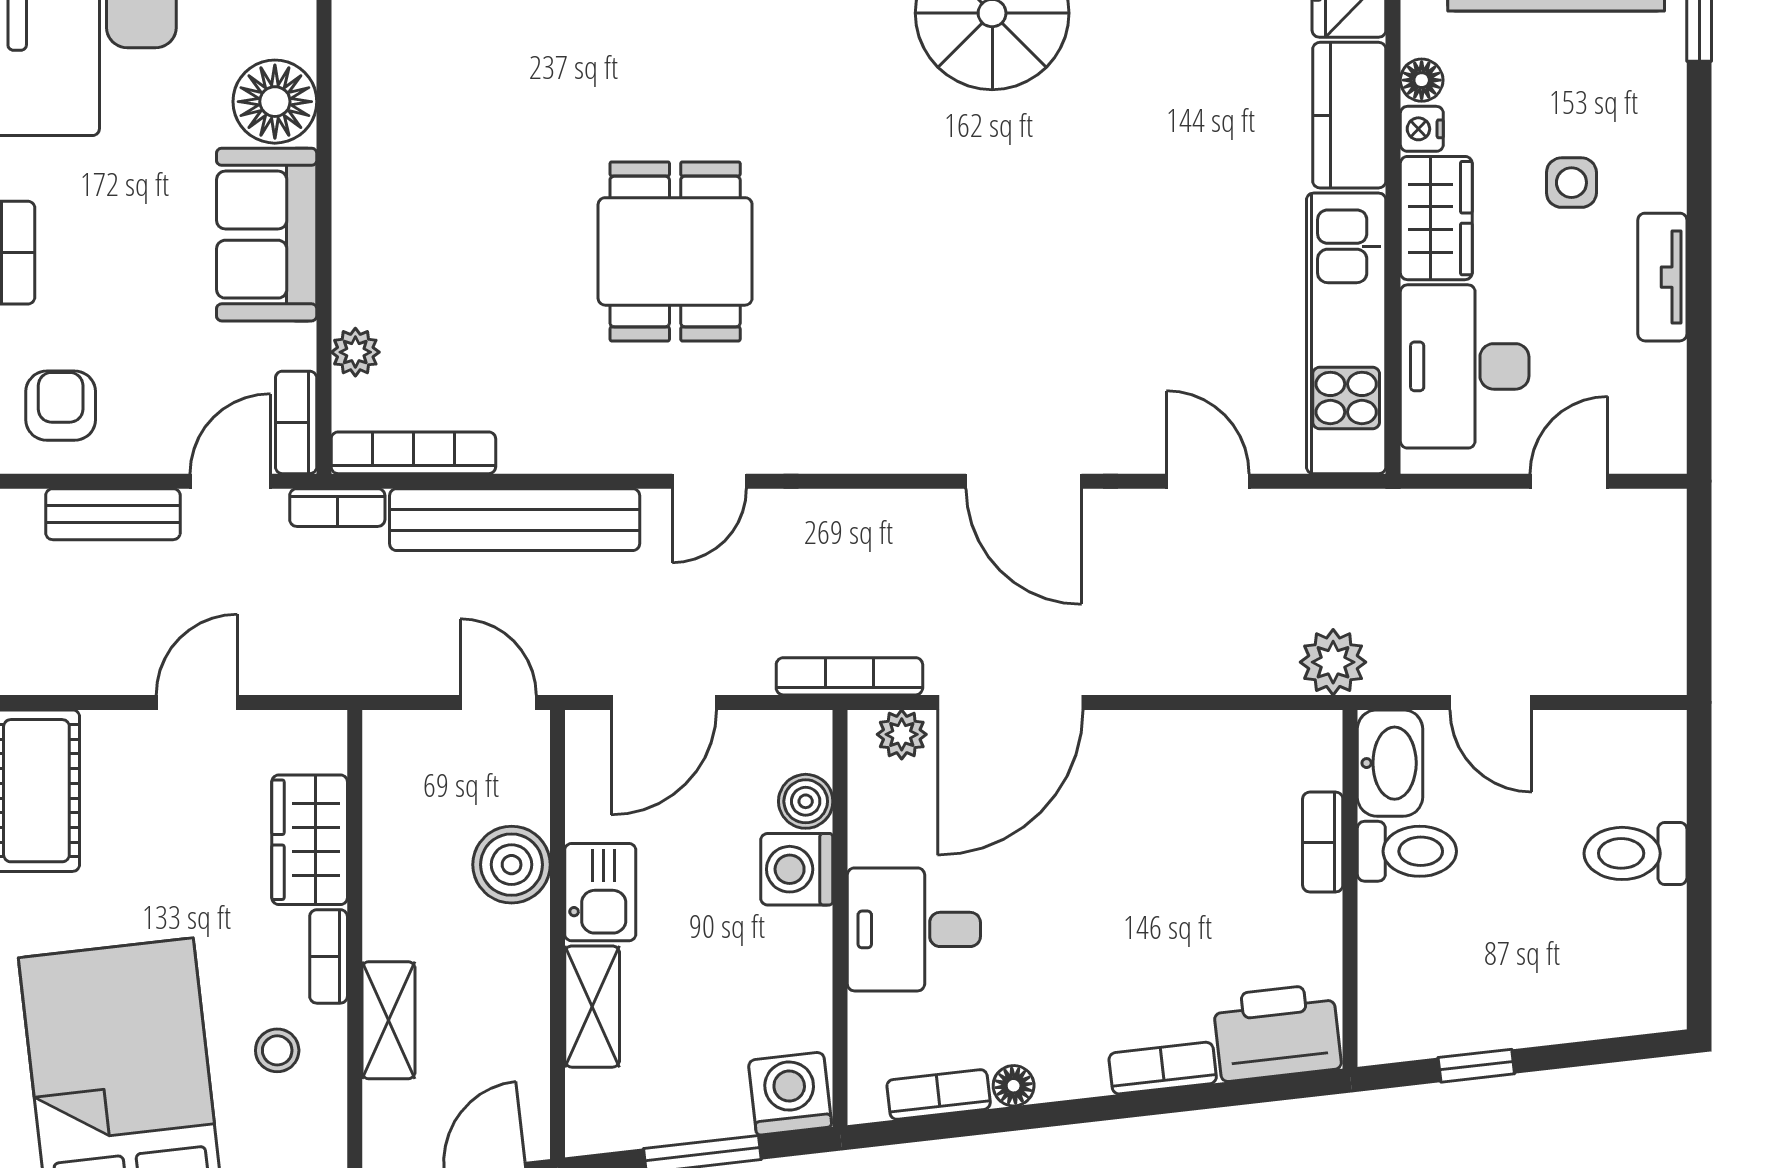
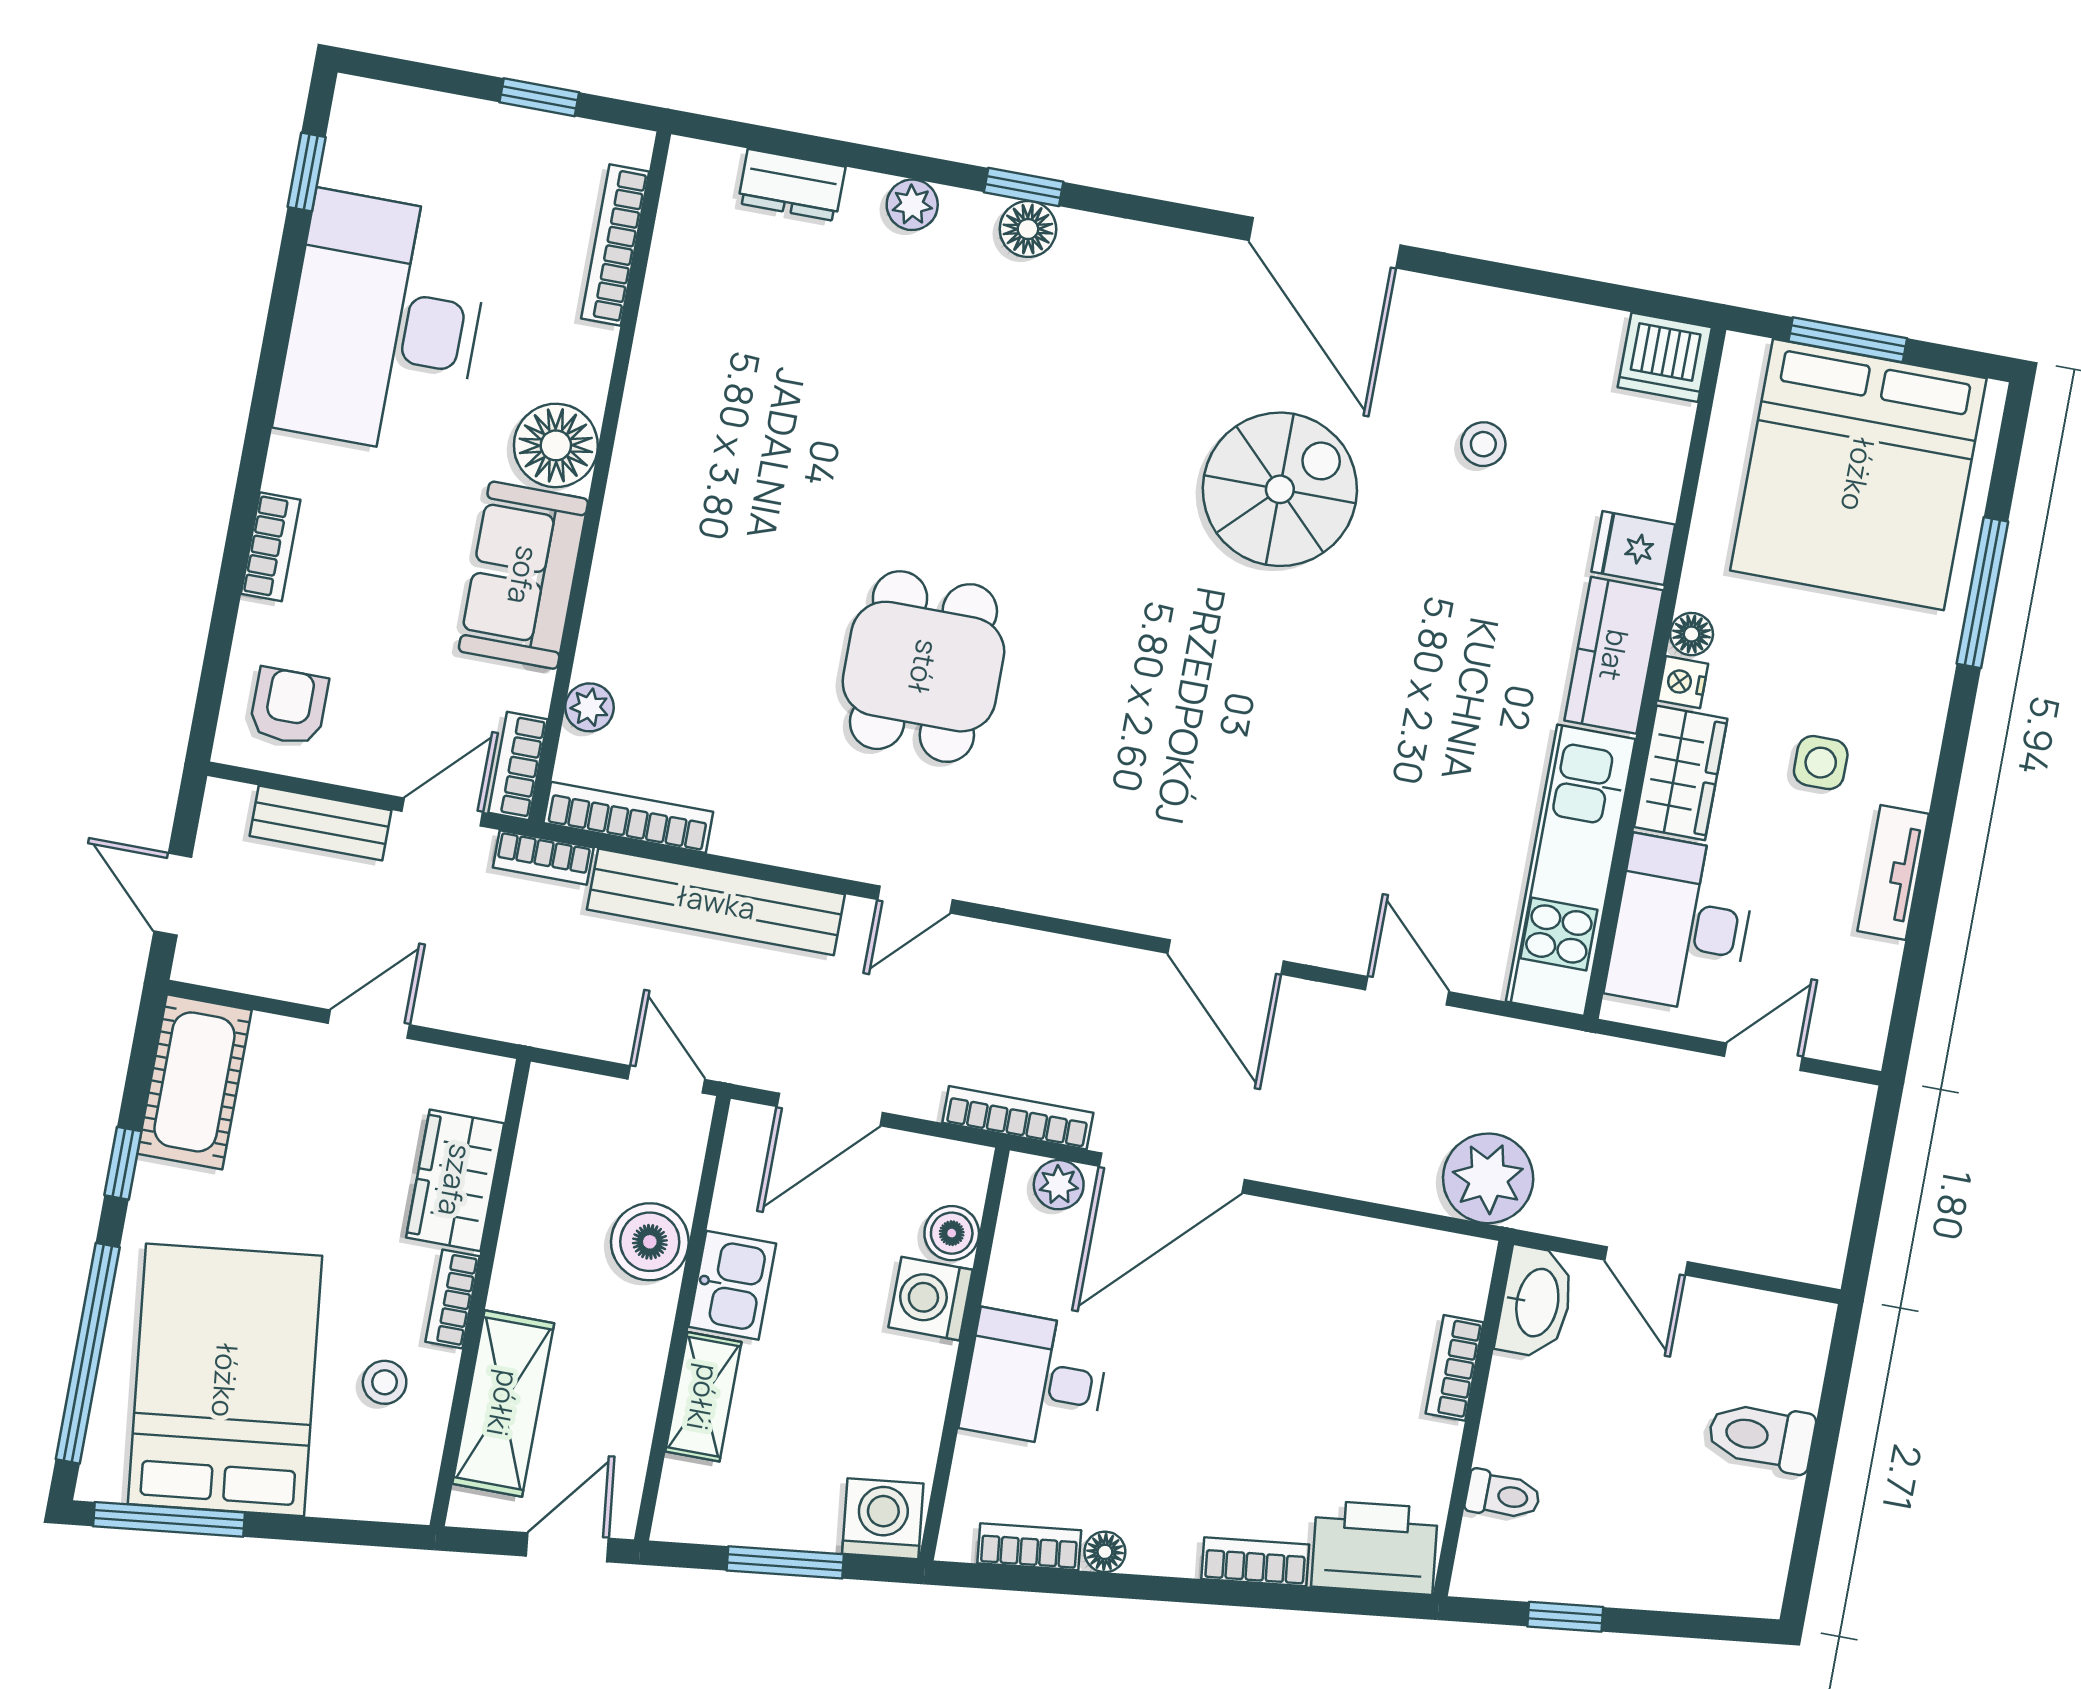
plant: (1333, 662) -> (1488, 1178), width x1.36, depth x1.36
toilet: (1407, 851) -> (1503, 1495), moved, width x0.73, depth x0.72
shelving: (388, 1020) -> (503, 1403), width x1.50, depth x1.33

